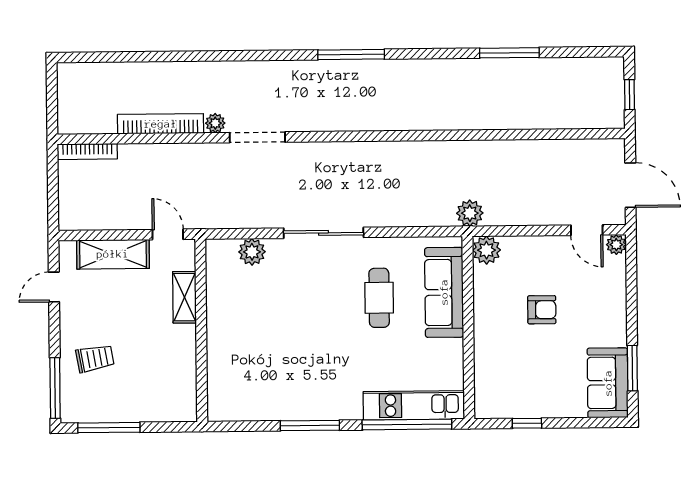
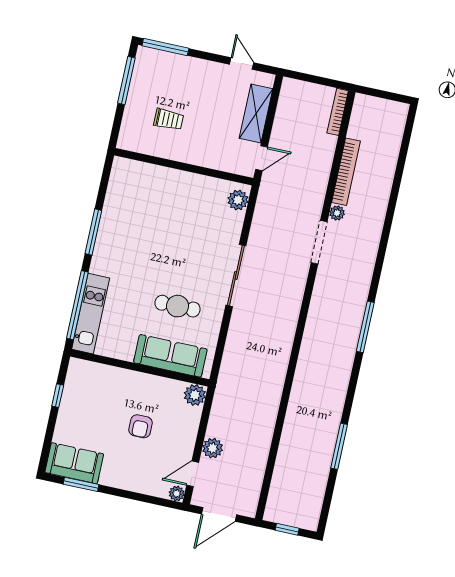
plant: (470, 213) -> (213, 448), moved
plant: (252, 252) -> (238, 200), moved
shelving: (184, 297) -> (211, 160), removed
trolley: (95, 358) -> (169, 119), moved, turned -80

